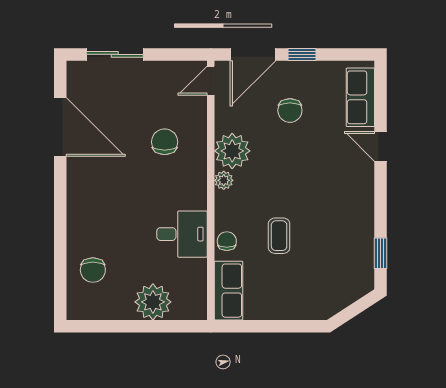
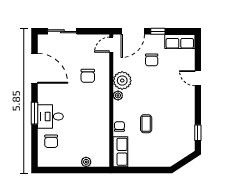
row of seats: (360, 97) -> (180, 42), moved, turned -90
chair: (165, 142) -> (88, 76), turned 180
window: (60, 215) -> (34, 113), added
desk: (182, 234) -> (50, 117), moved, turned 180
plant: (153, 302) -> (86, 162), width x0.53, depth x0.53

